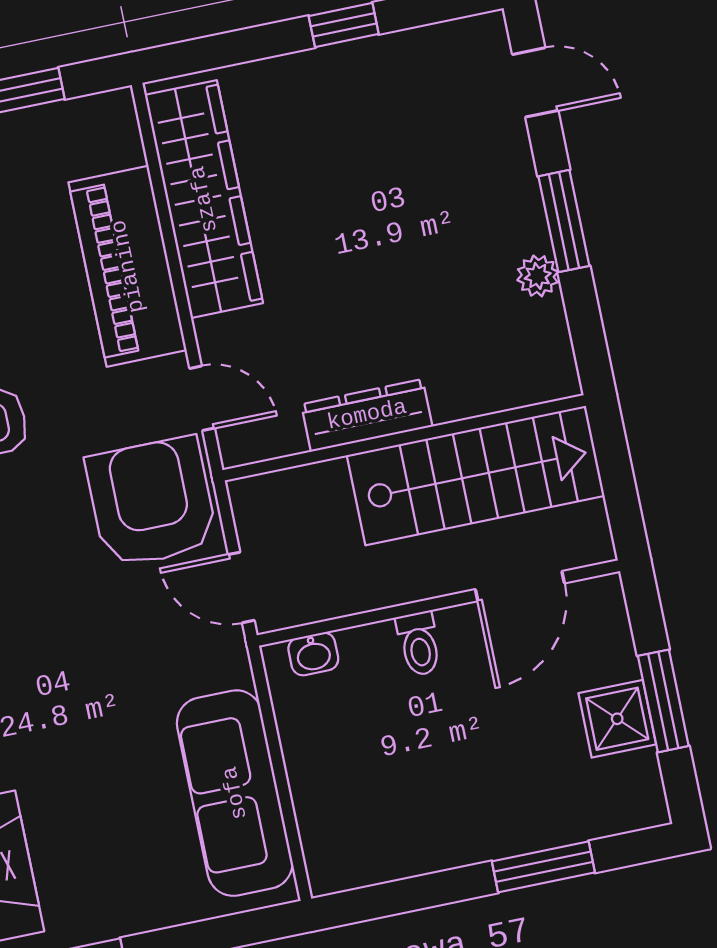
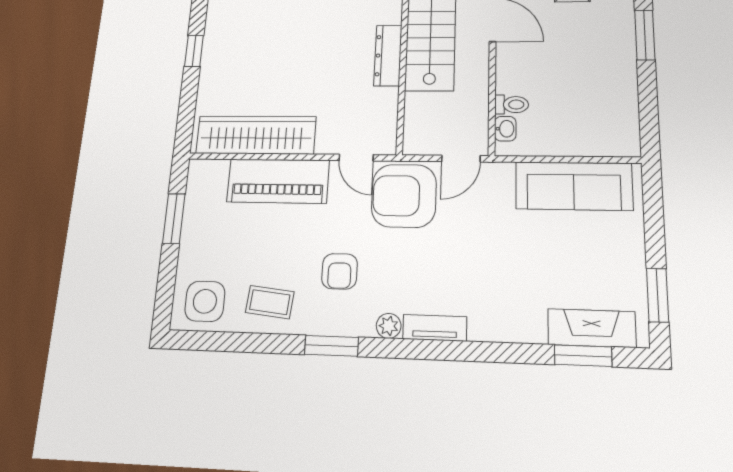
door: (202, 398) -> (356, 158), swing flipped
dresser: (367, 415) -> (388, 56), moved
toilet: (419, 644) -> (512, 105), moved

